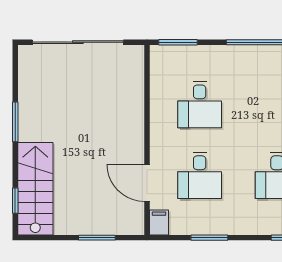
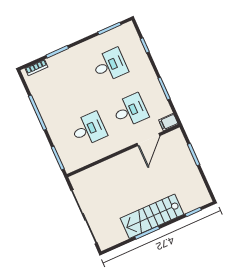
stairs: (35, 189) -> (152, 216), moved

